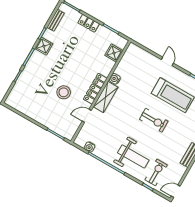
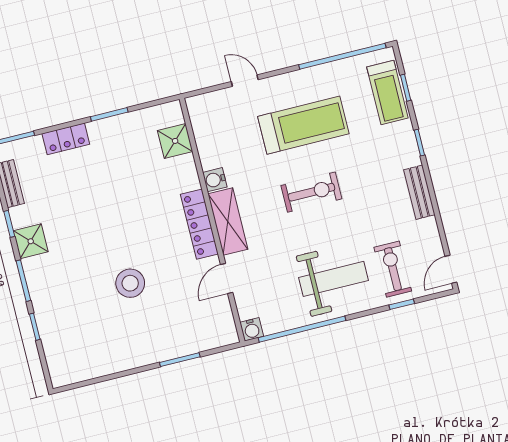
shower: (114, 53) -> (175, 141), moved
water cooler: (115, 79) -> (215, 180), moved
locker: (95, 89) -> (199, 224), moved
wall: (101, 92) -> (212, 220), moved
shelving: (106, 97) -> (228, 221), moved
door: (87, 116) -> (227, 279), moved

